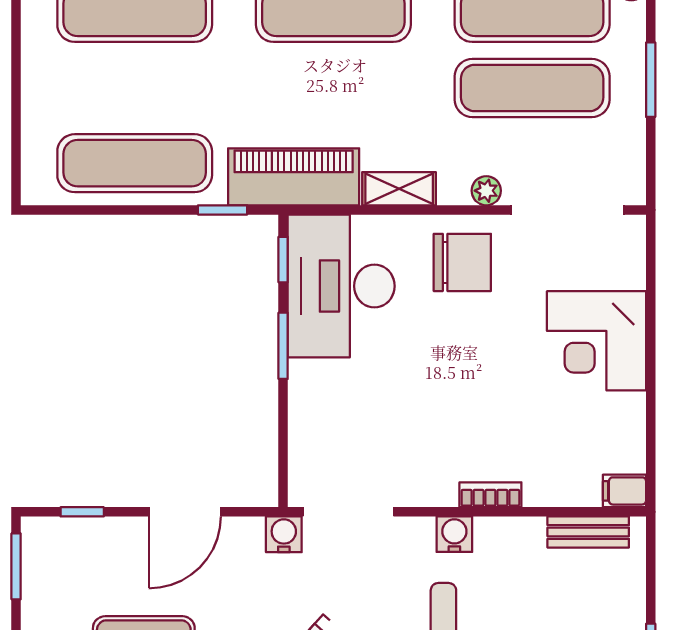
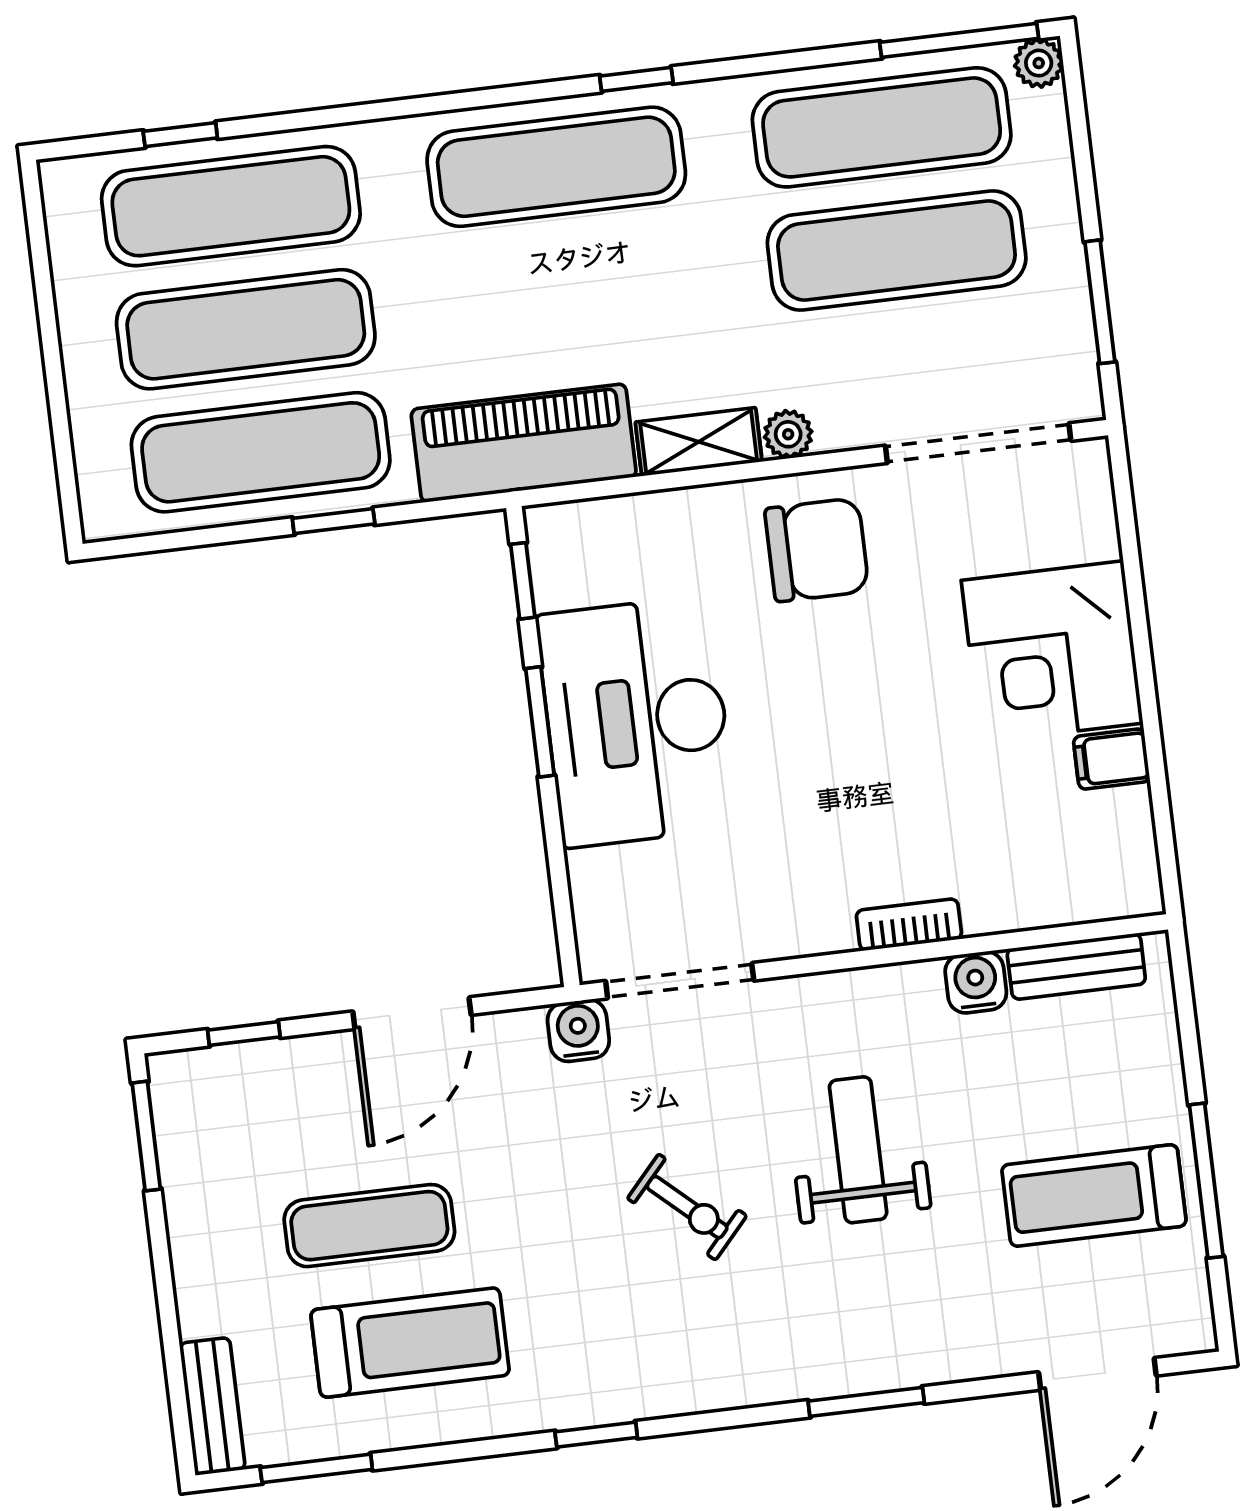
window: (651, 80) -> (1100, 302), moved
exercise mat: (135, 88) -> (246, 329), added
plant: (486, 191) -> (788, 434), moved
window: (223, 210) -> (334, 521), moved
desk: (341, 286) -> (636, 722), moved
filing cabinet: (624, 491) -> (1112, 759), moved
water cooler: (454, 534) -> (976, 982), moved

